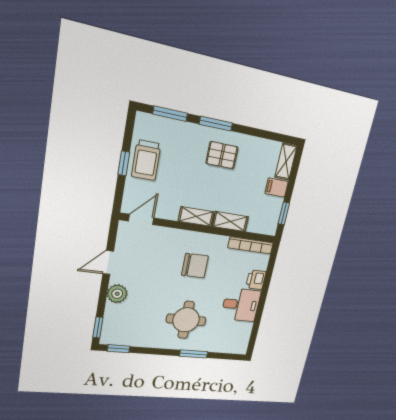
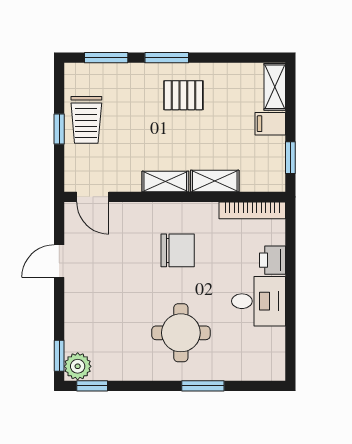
door: (141, 220) -> (93, 197), swing flipped
plant: (117, 294) -> (78, 366), moved

